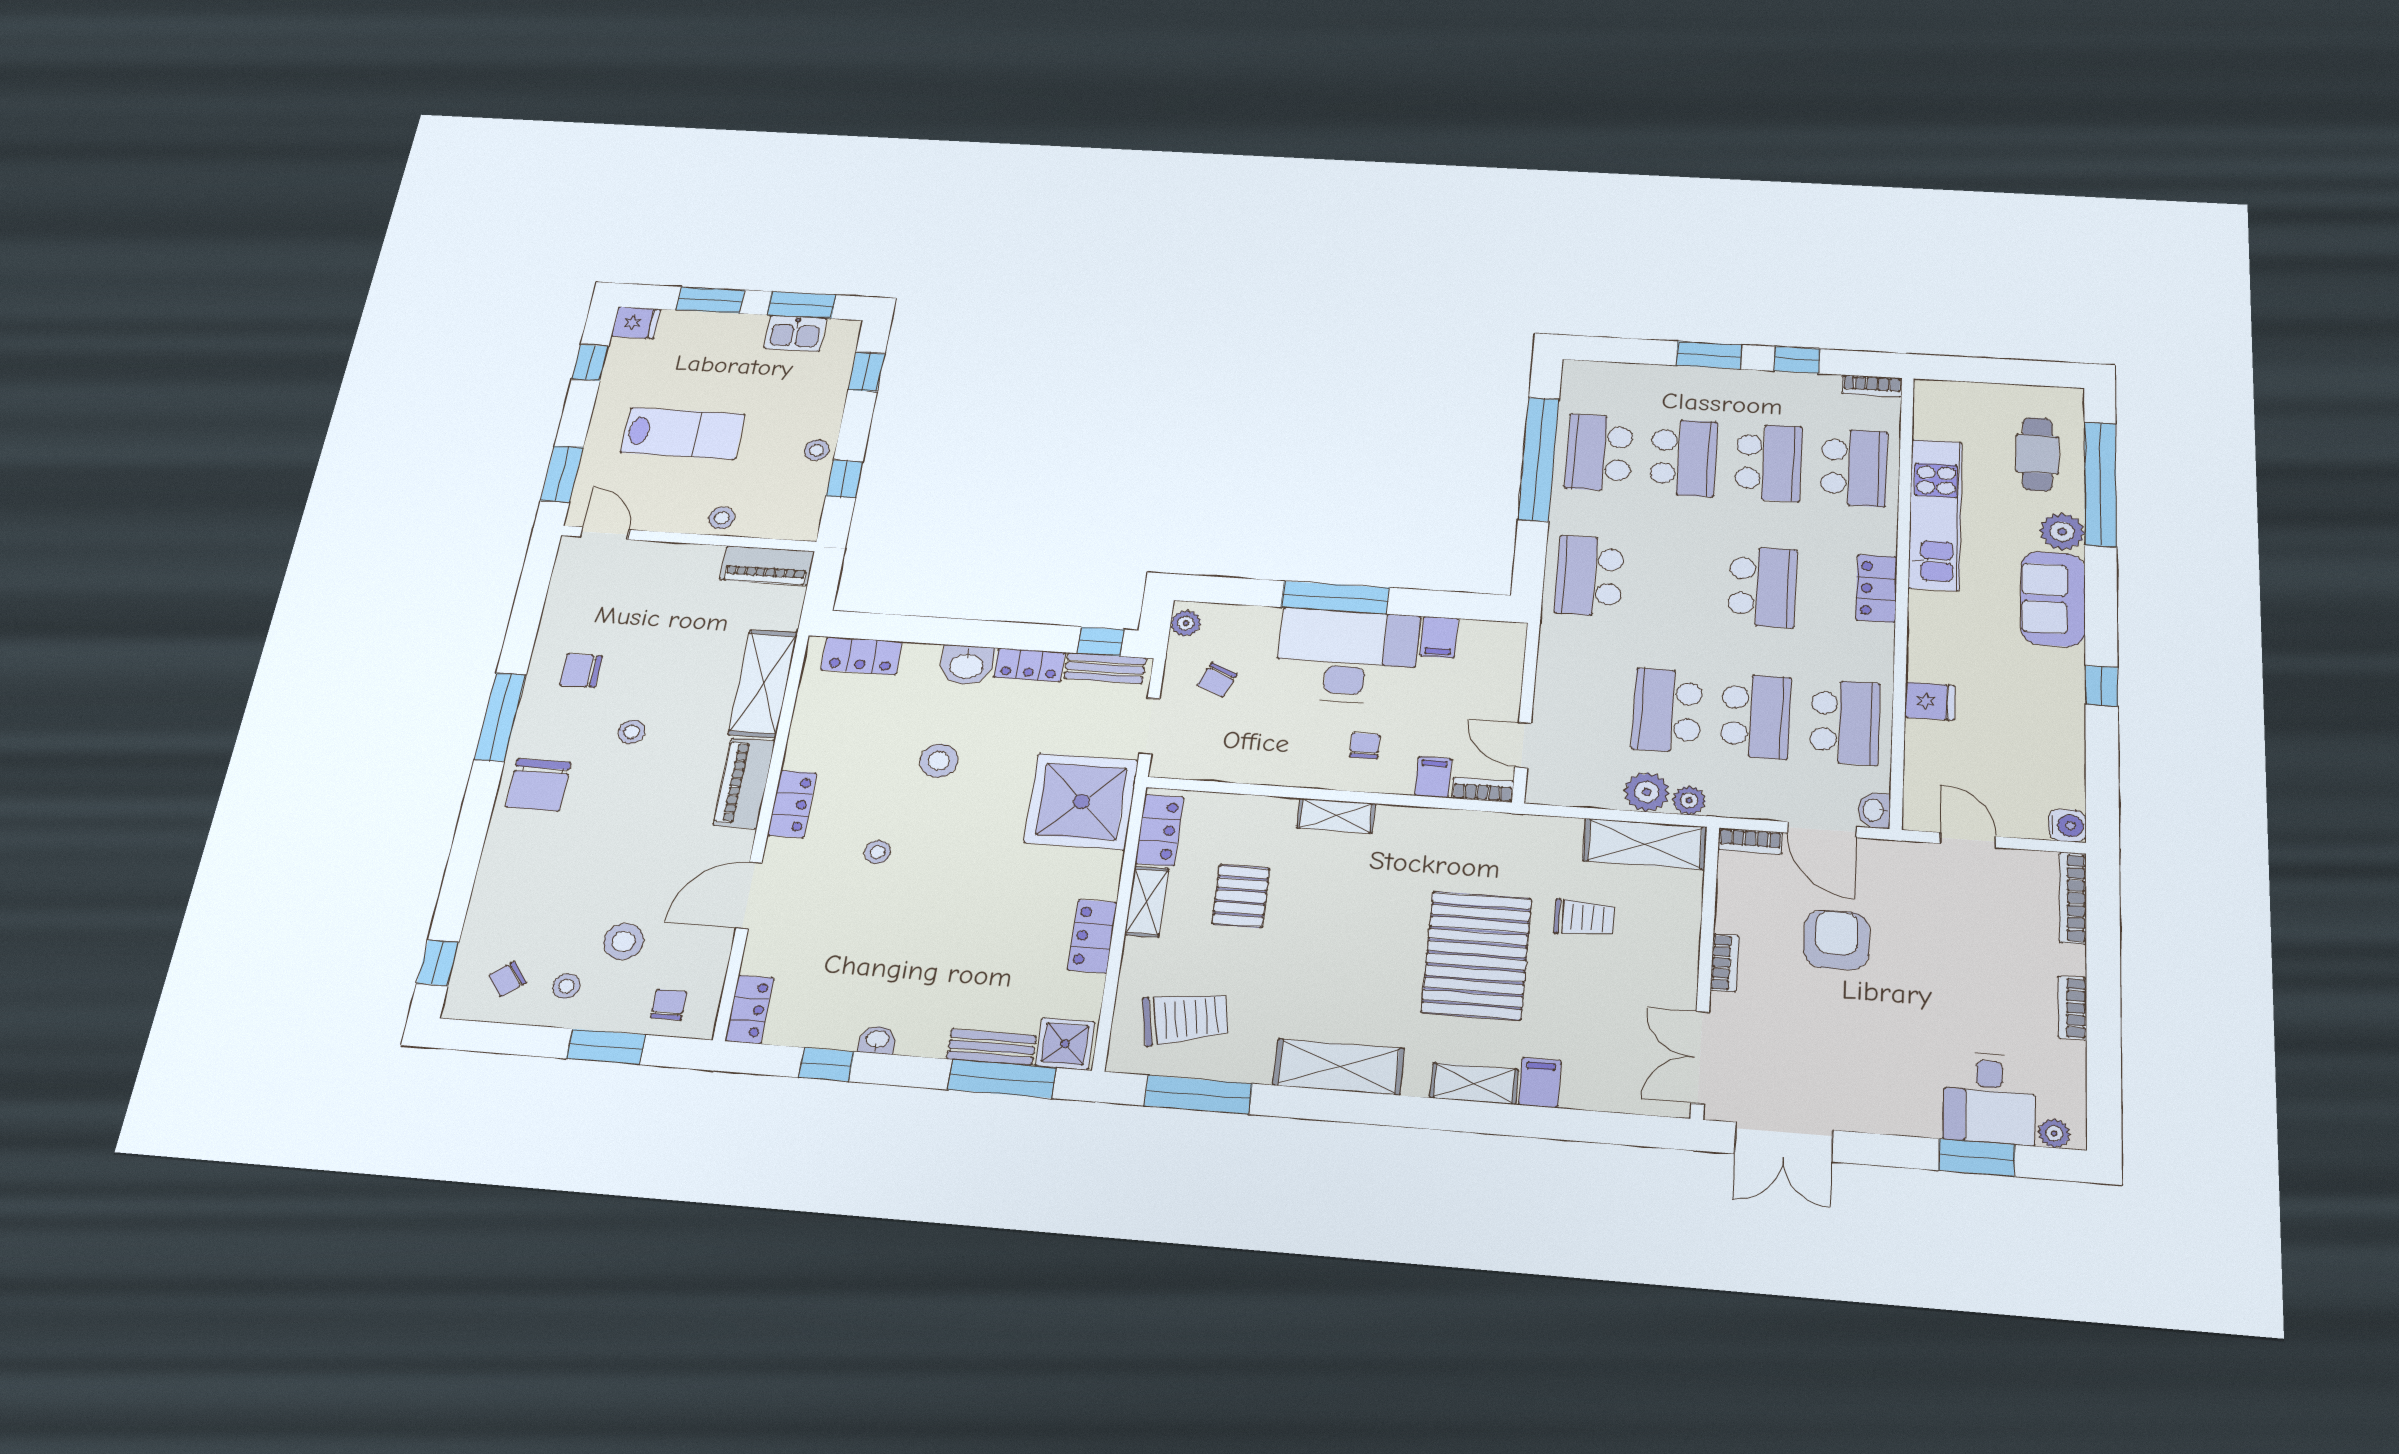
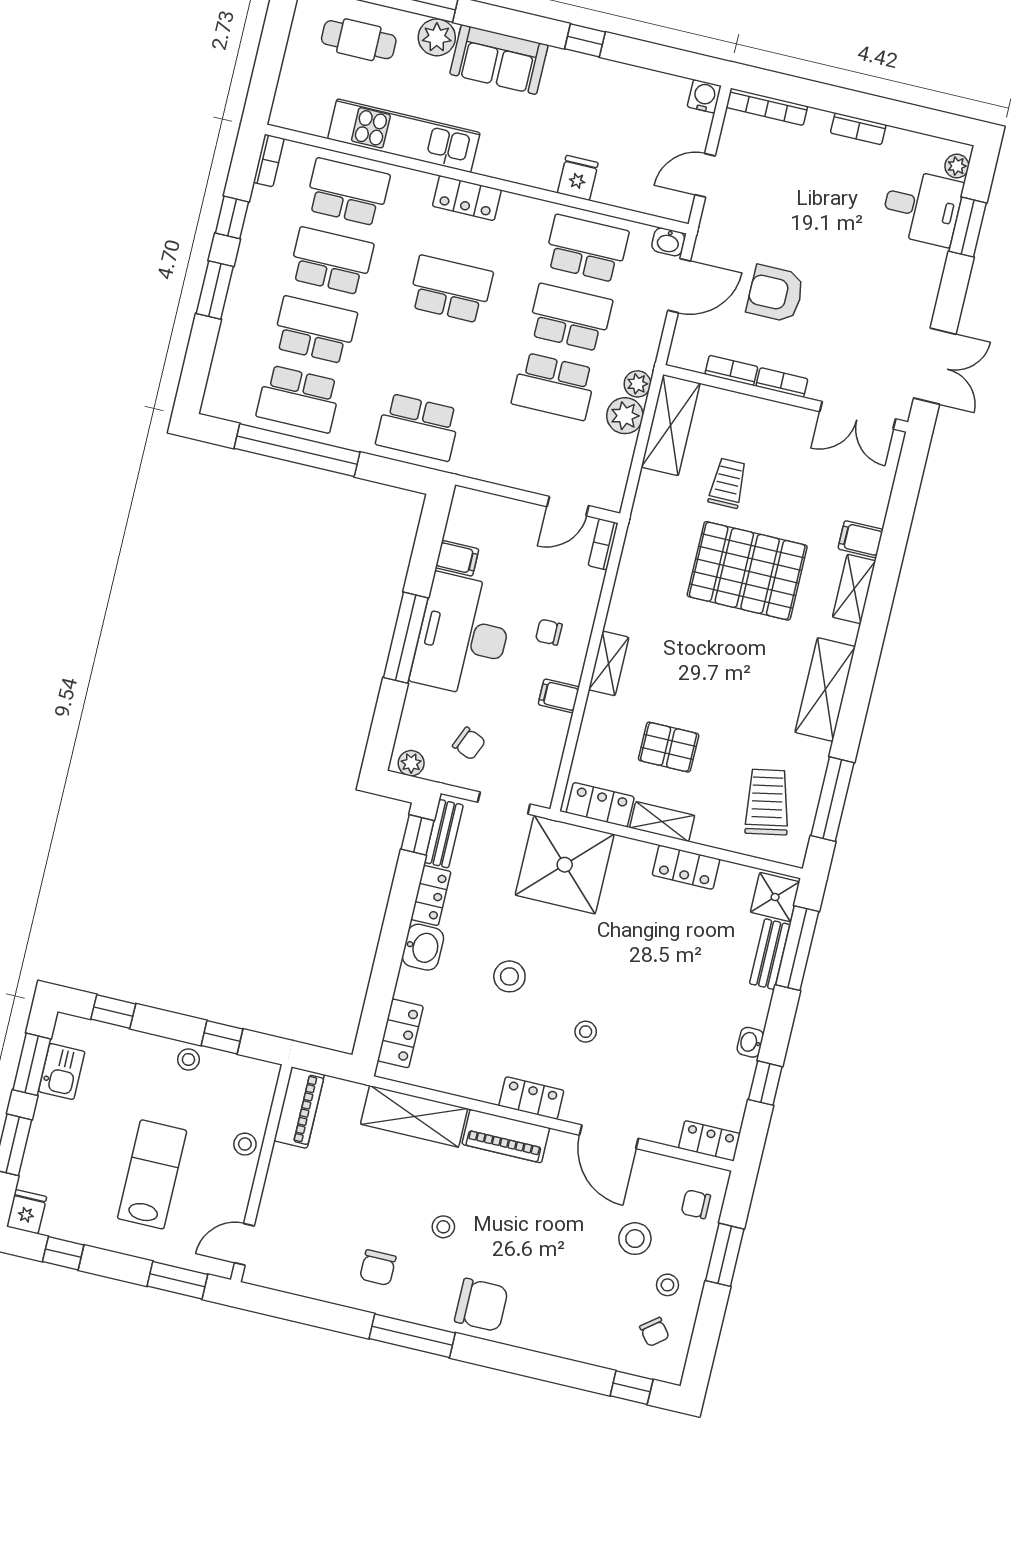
filing cabinet: (1433, 777) -> (559, 696), moved
bookcase: (1750, 841) -> (731, 370), moved, turned -90

